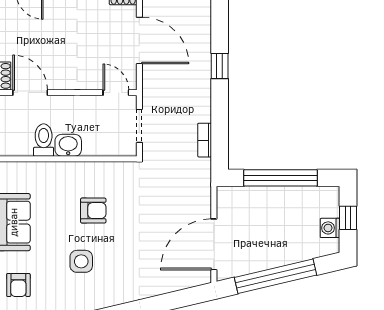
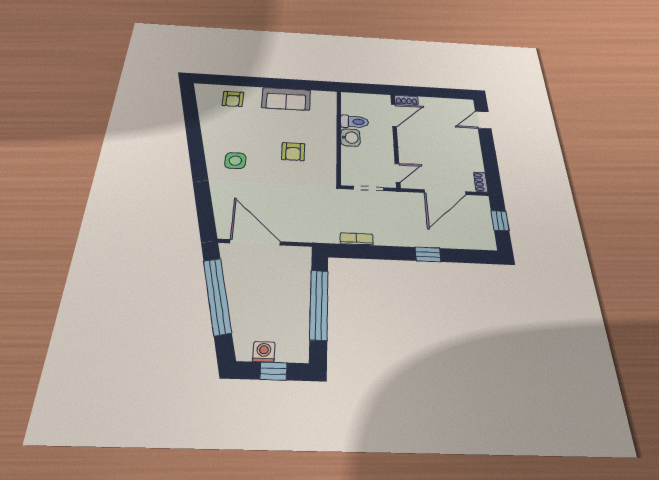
side table: (81, 261) -> (235, 161), moved
armchair: (18, 285) -> (233, 99), turned -90

